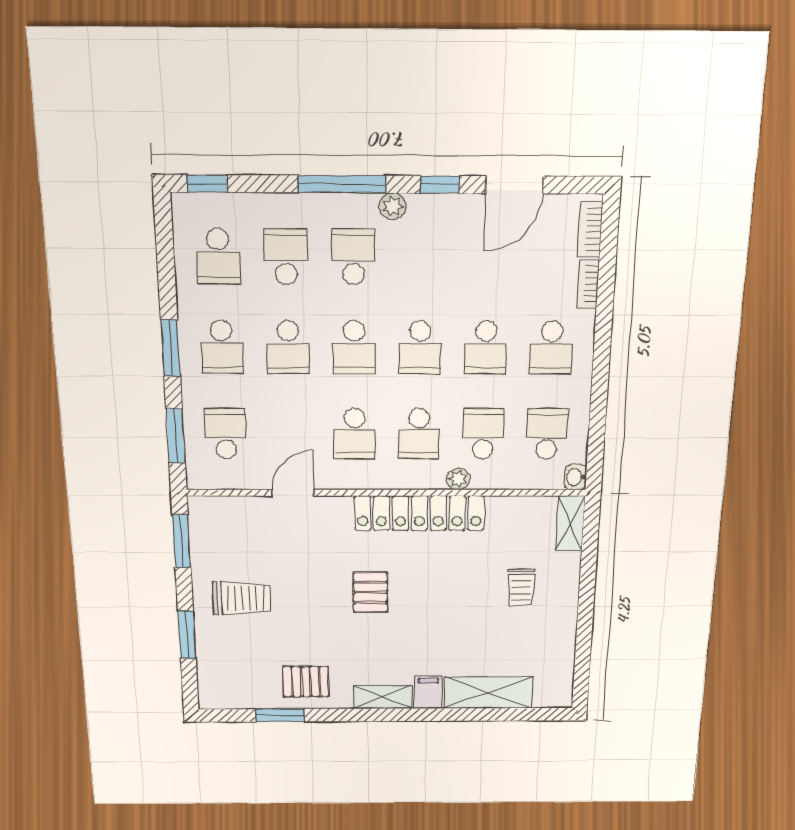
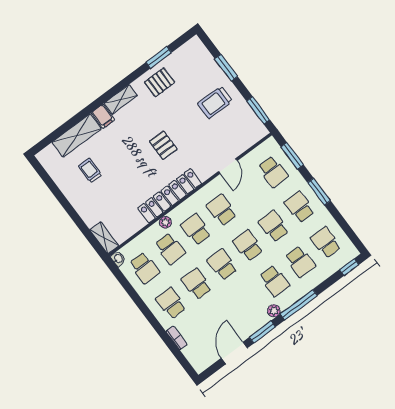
window: (440, 184) -> (262, 332), width x1.50
bookcase: (590, 229) -> (193, 359), removed
trolley: (521, 588) -> (90, 170), moved

